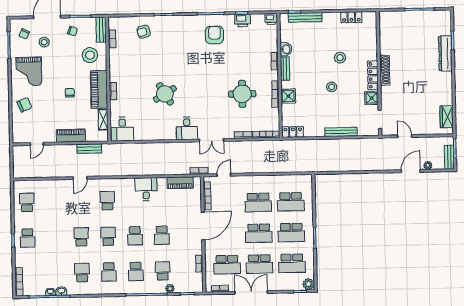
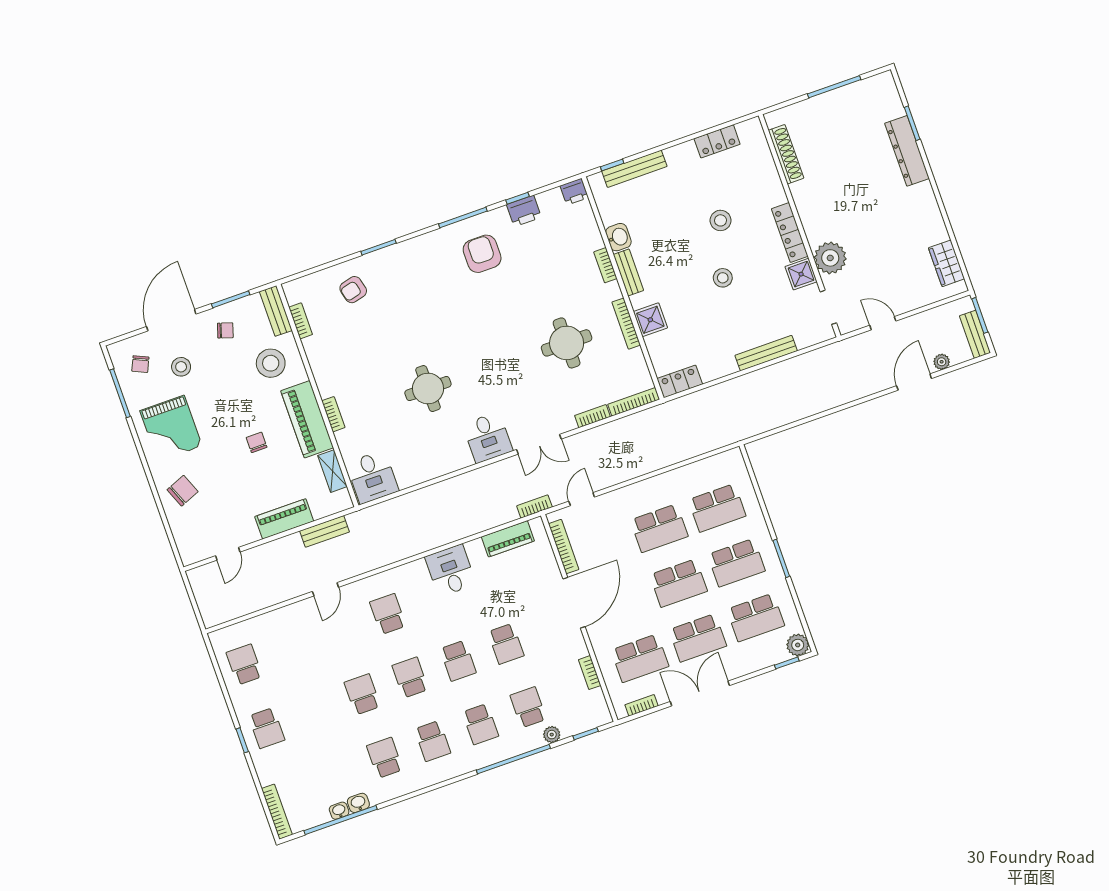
shoe rack: (385, 70) -> (786, 154), moved
round table: (165, 94) -> (428, 389), turned 31
plant: (389, 95) -> (830, 258), added

